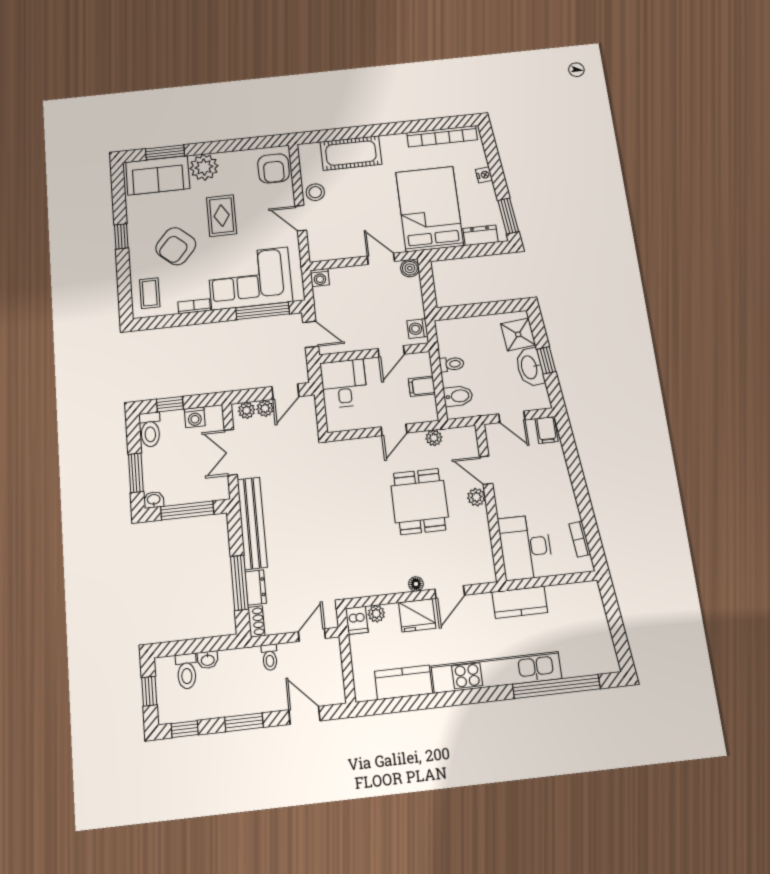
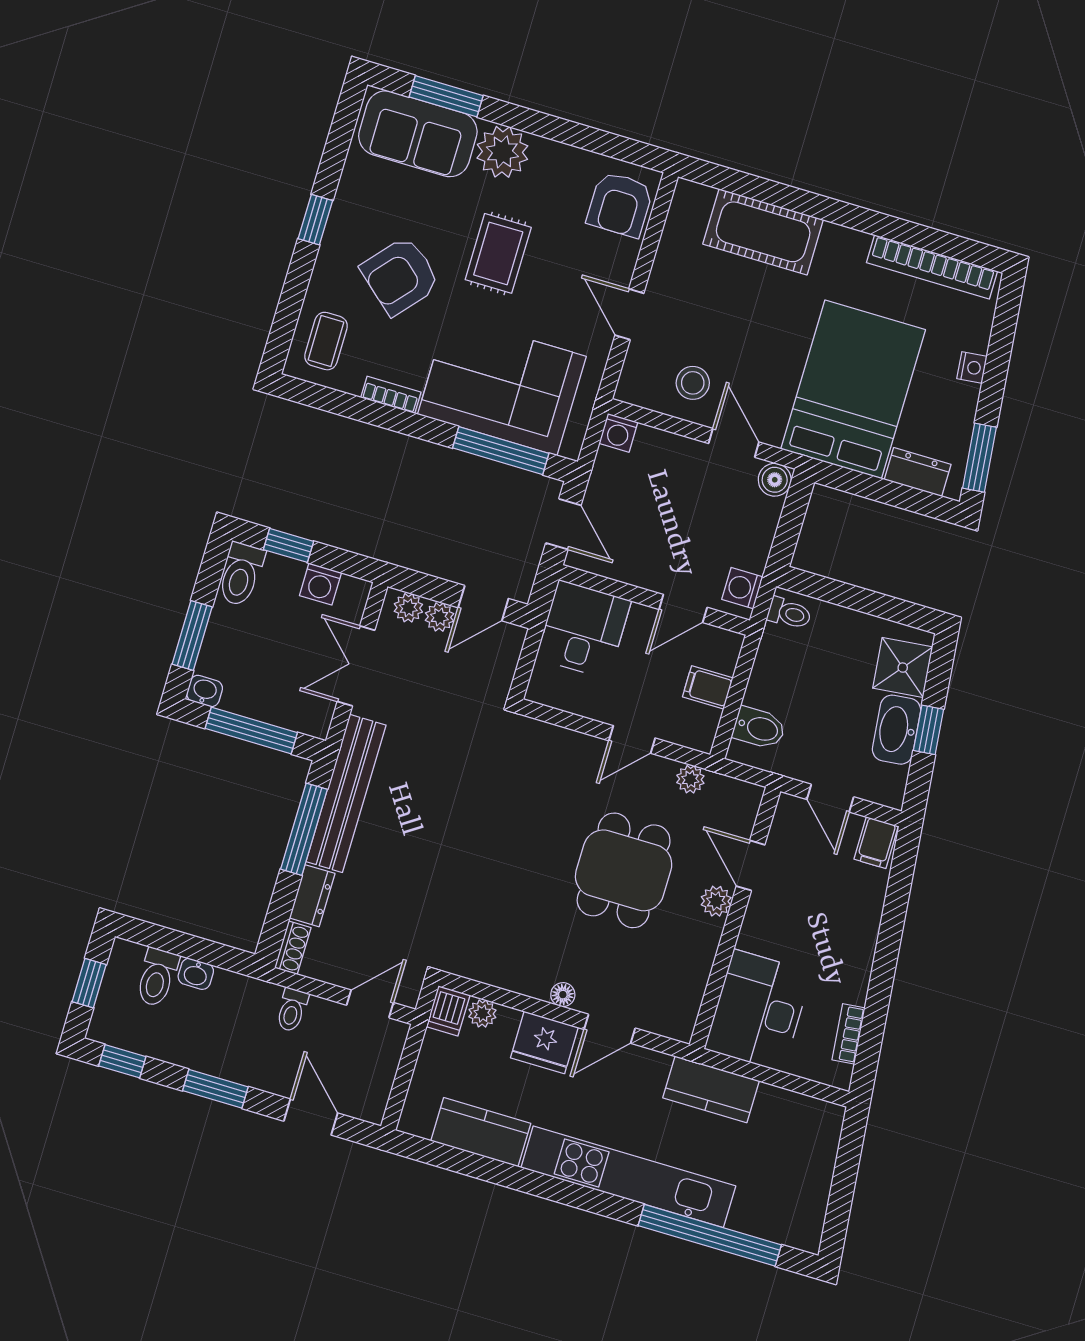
stool: (315, 192) -> (693, 383), moved
toilet: (452, 364) -> (789, 613), moved
window: (239, 583) -> (304, 829), moved

